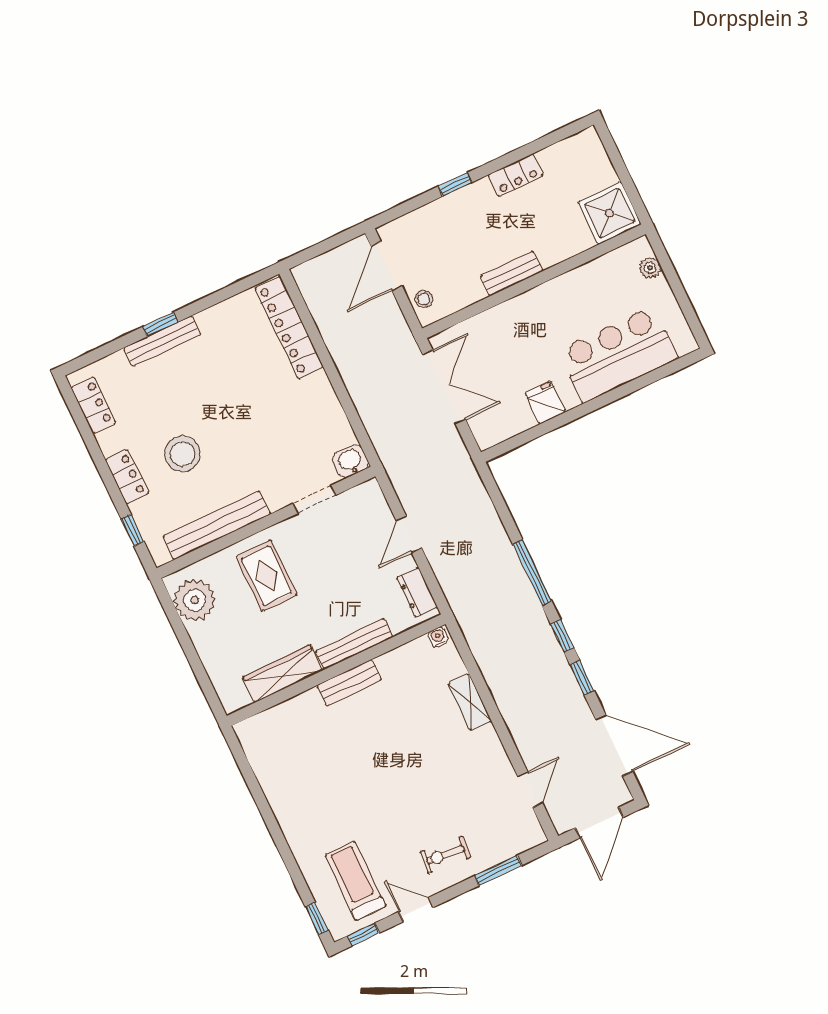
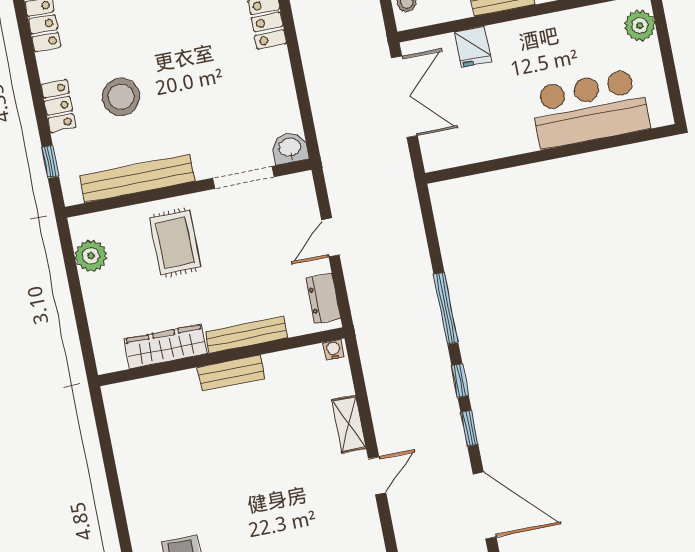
plant: (650, 268) -> (640, 26), width x1.38, depth x1.38
fridge: (545, 403) -> (473, 47), moved, turned 180
doorway: (314, 499) -> (243, 178), width x1.38
plant: (195, 600) -> (91, 256), width x0.73, depth x0.73
door: (530, 790) -> (377, 476), moved

